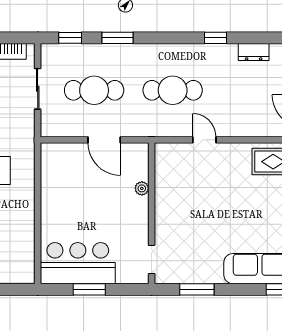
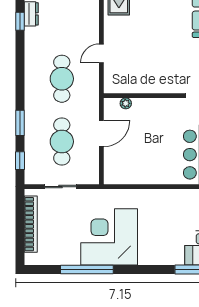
window: (215, 38) -> (20, 21), moved
plant: (142, 188) -> (126, 103), moved

